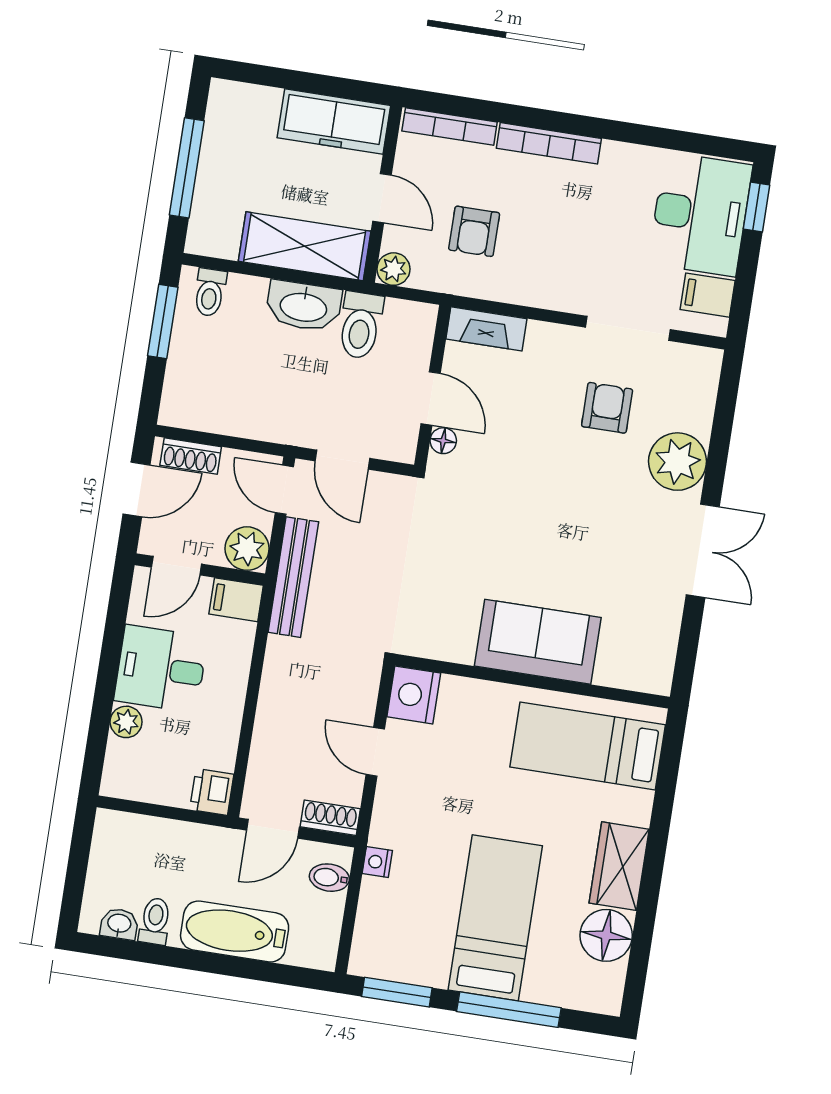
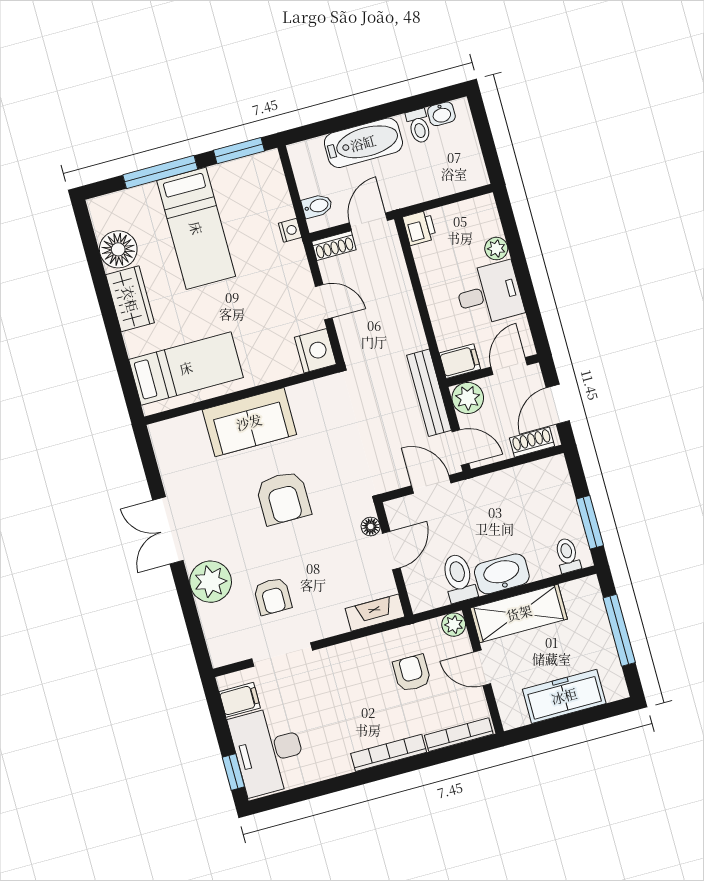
freezer: (334, 122) -> (564, 696), moved
door: (431, 399) -> (391, 550), swing flipped
armchair: (538, 526) -> (283, 498), added

